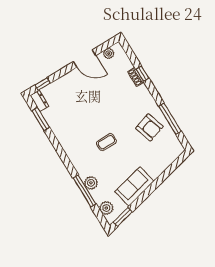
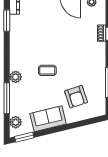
armchair: (149, 127) -> (76, 97), moved
plant: (91, 183) -> (16, 77), moved

